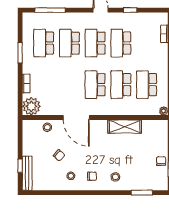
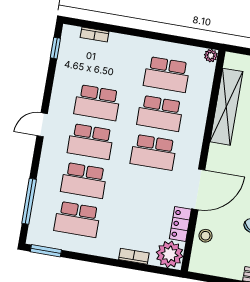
window: (130, 10) -> (55, 48), moved
window: (20, 53) -> (46, 251), moved
locker: (52, 110) -> (180, 224), added
shelving: (125, 127) -> (226, 107), width x1.47

